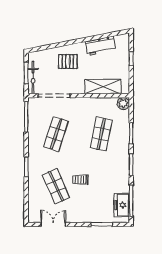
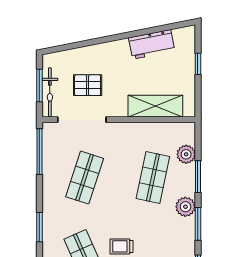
pallet: (68, 61) -> (88, 85), moved
plant: (123, 103) -> (186, 154), moved
plant: (123, 153) -> (185, 207), added

